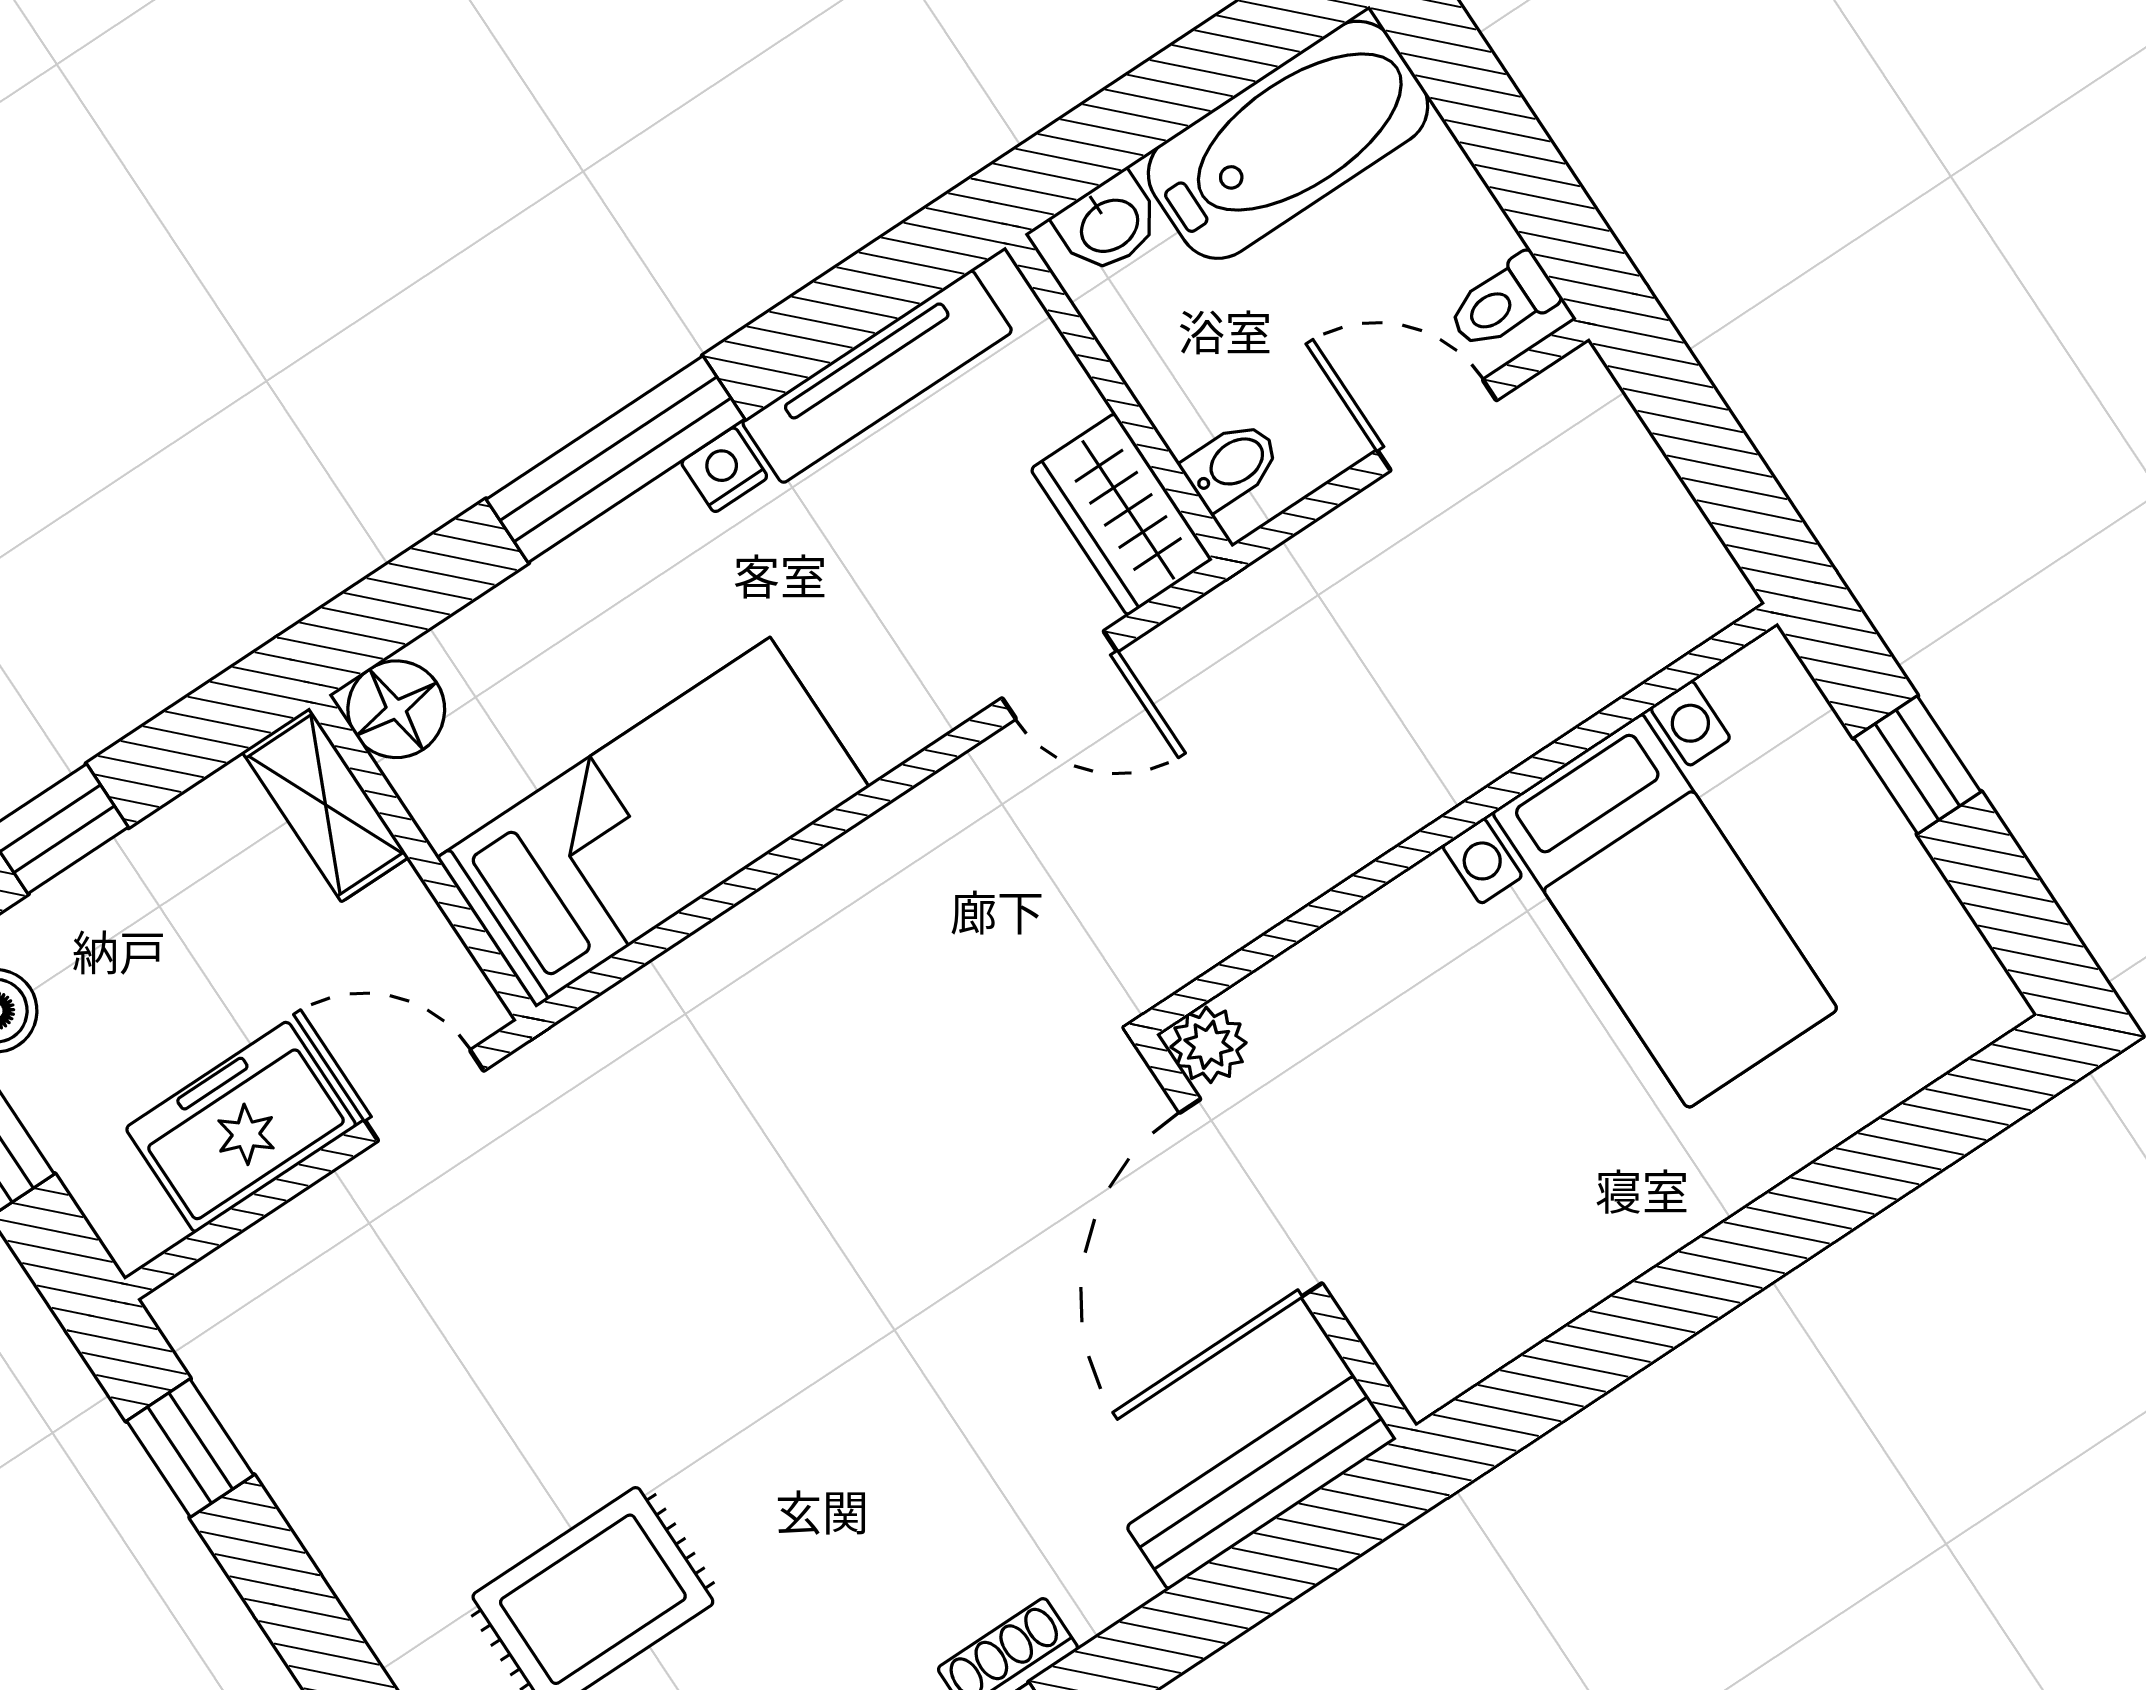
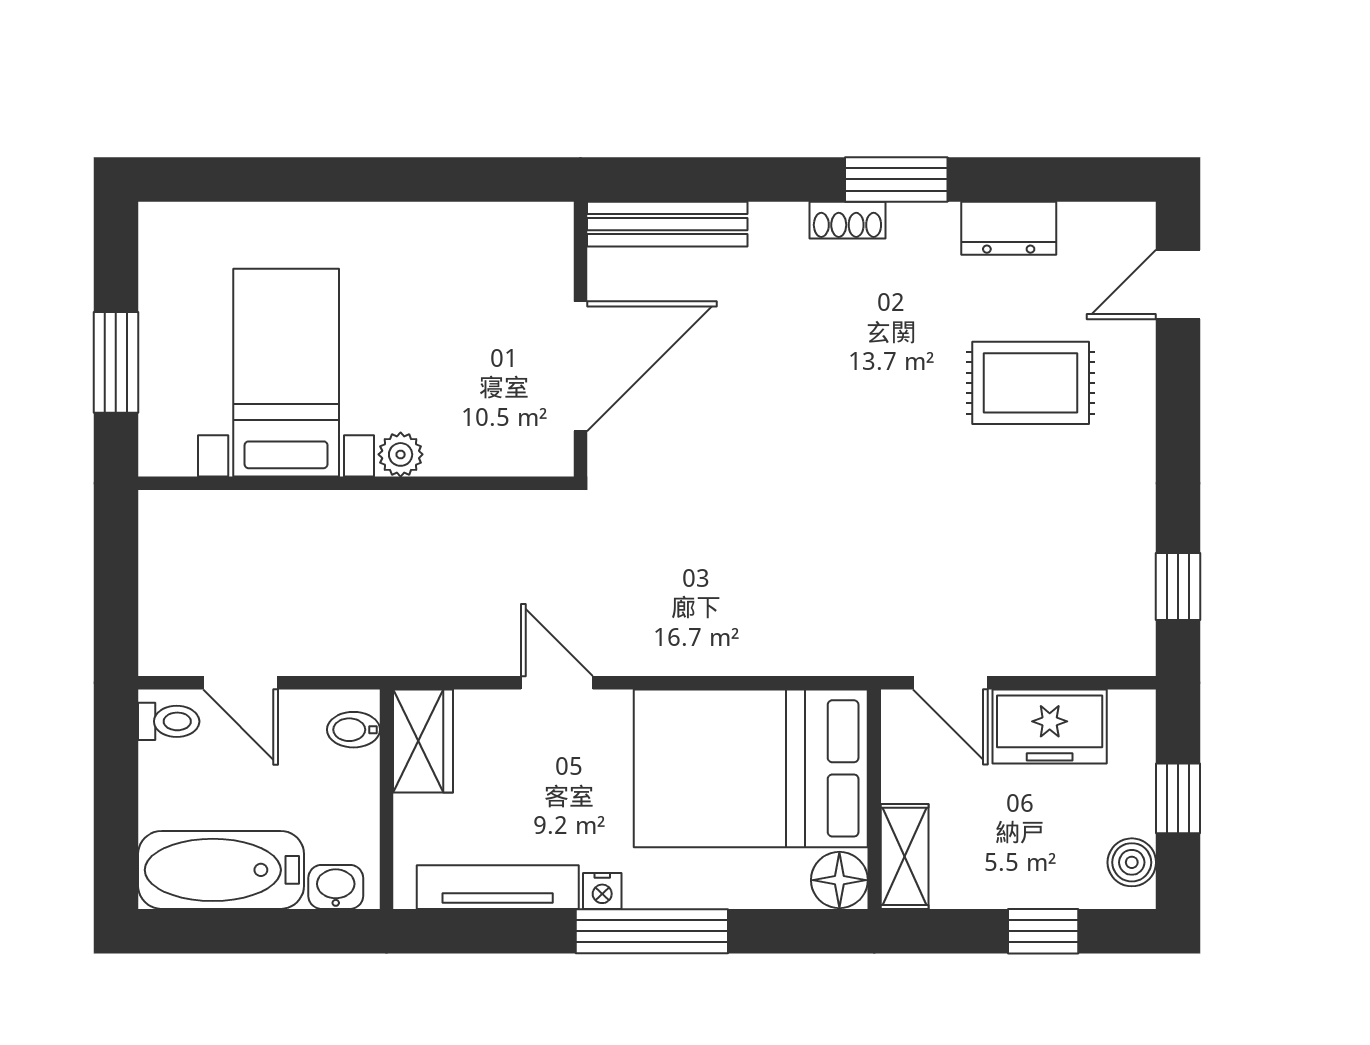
door: (1060, 675) -> (557, 683), moved
window: (1917, 765) -> (116, 362), width x1.50
bed: (653, 822) -> (751, 768), width x1.50
plant: (1209, 1045) -> (401, 454), moved

